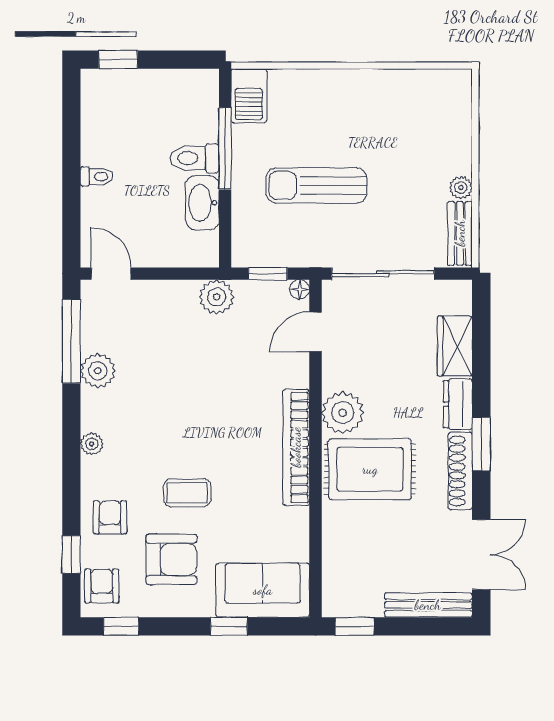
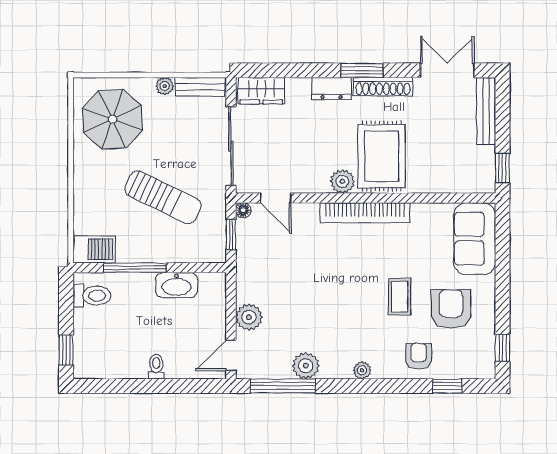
parasol: (418, 120) -> (112, 119), added
toilet: (195, 158) -> (92, 296), moved, turned -90
sun lounger: (316, 185) -> (163, 197), turned -64
plant: (217, 297) -> (249, 317), moved
wardrobe: (455, 346) -> (261, 91), moved
plant: (343, 413) -> (342, 181), width x0.73, depth x0.73
armchair: (110, 517) -> (419, 356), turned 90
armchair: (102, 586) -> (471, 363), removed
window: (229, 626) -> (502, 265), removed

